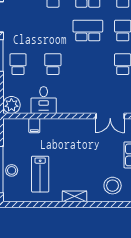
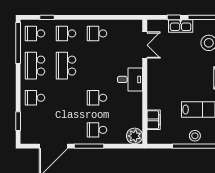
desk: (44, 100) -> (130, 79), moved
filing cabinet: (34, 126) -> (154, 120), width x2.00

